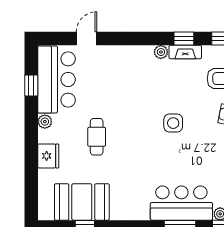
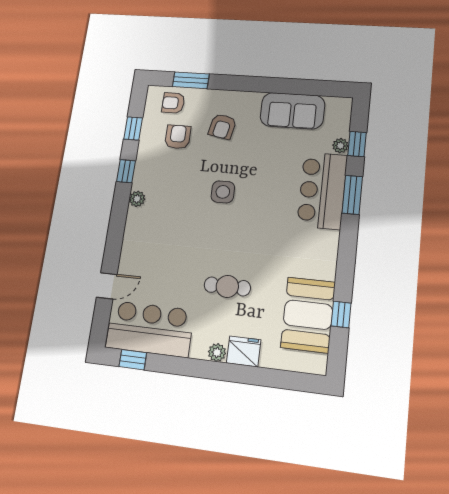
door: (86, 39) -> (107, 286), swing flipped
fireplace: (185, 52) -> (142, 171), removed
window: (31, 85) -> (133, 360), moved
plant: (45, 122) -> (217, 352), moved

